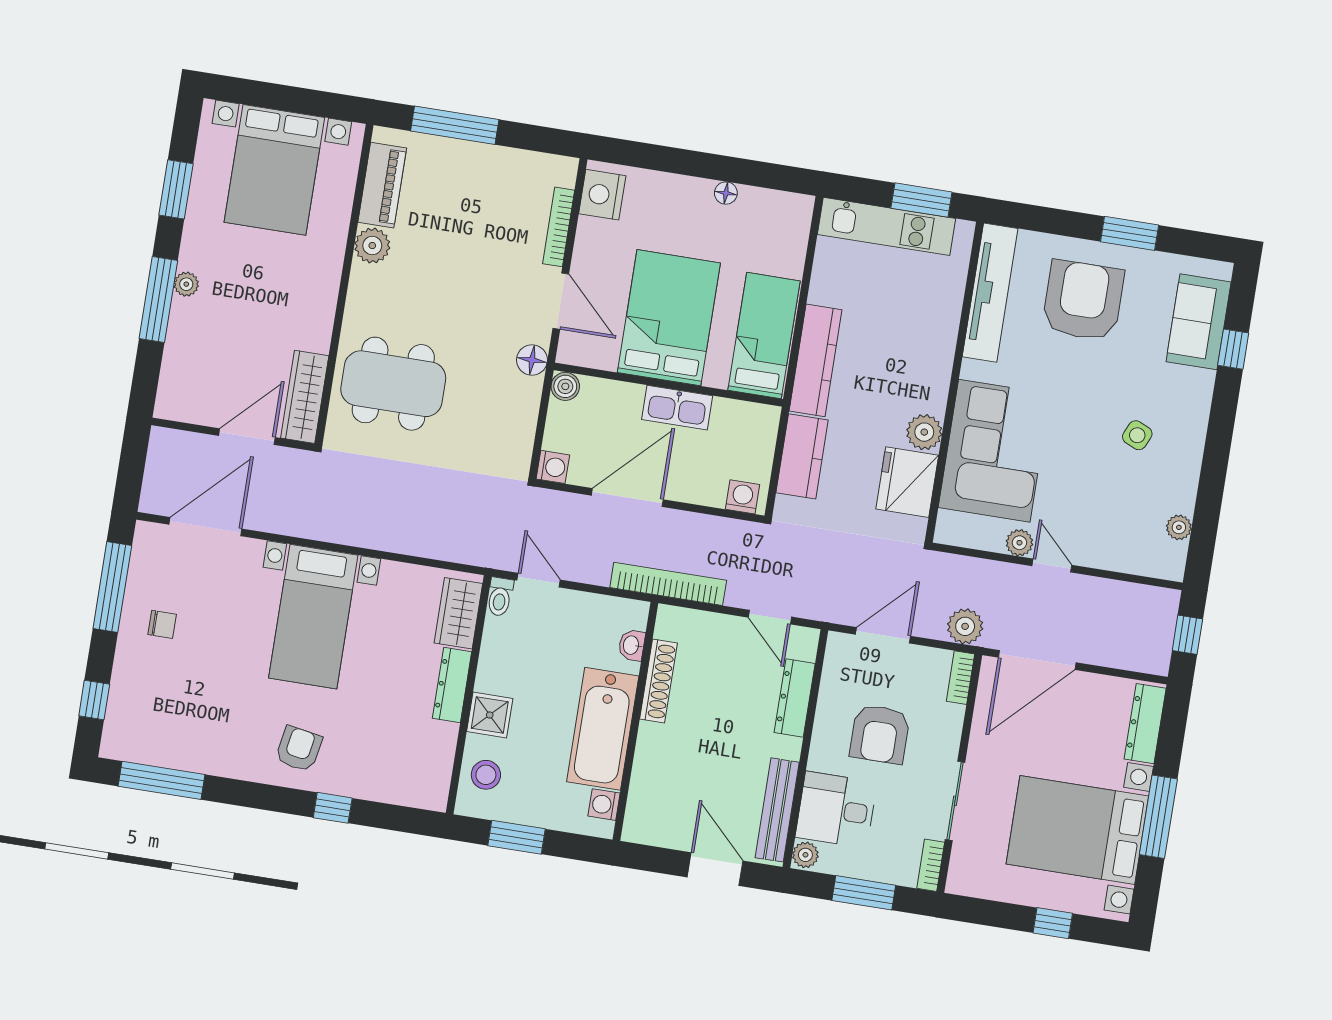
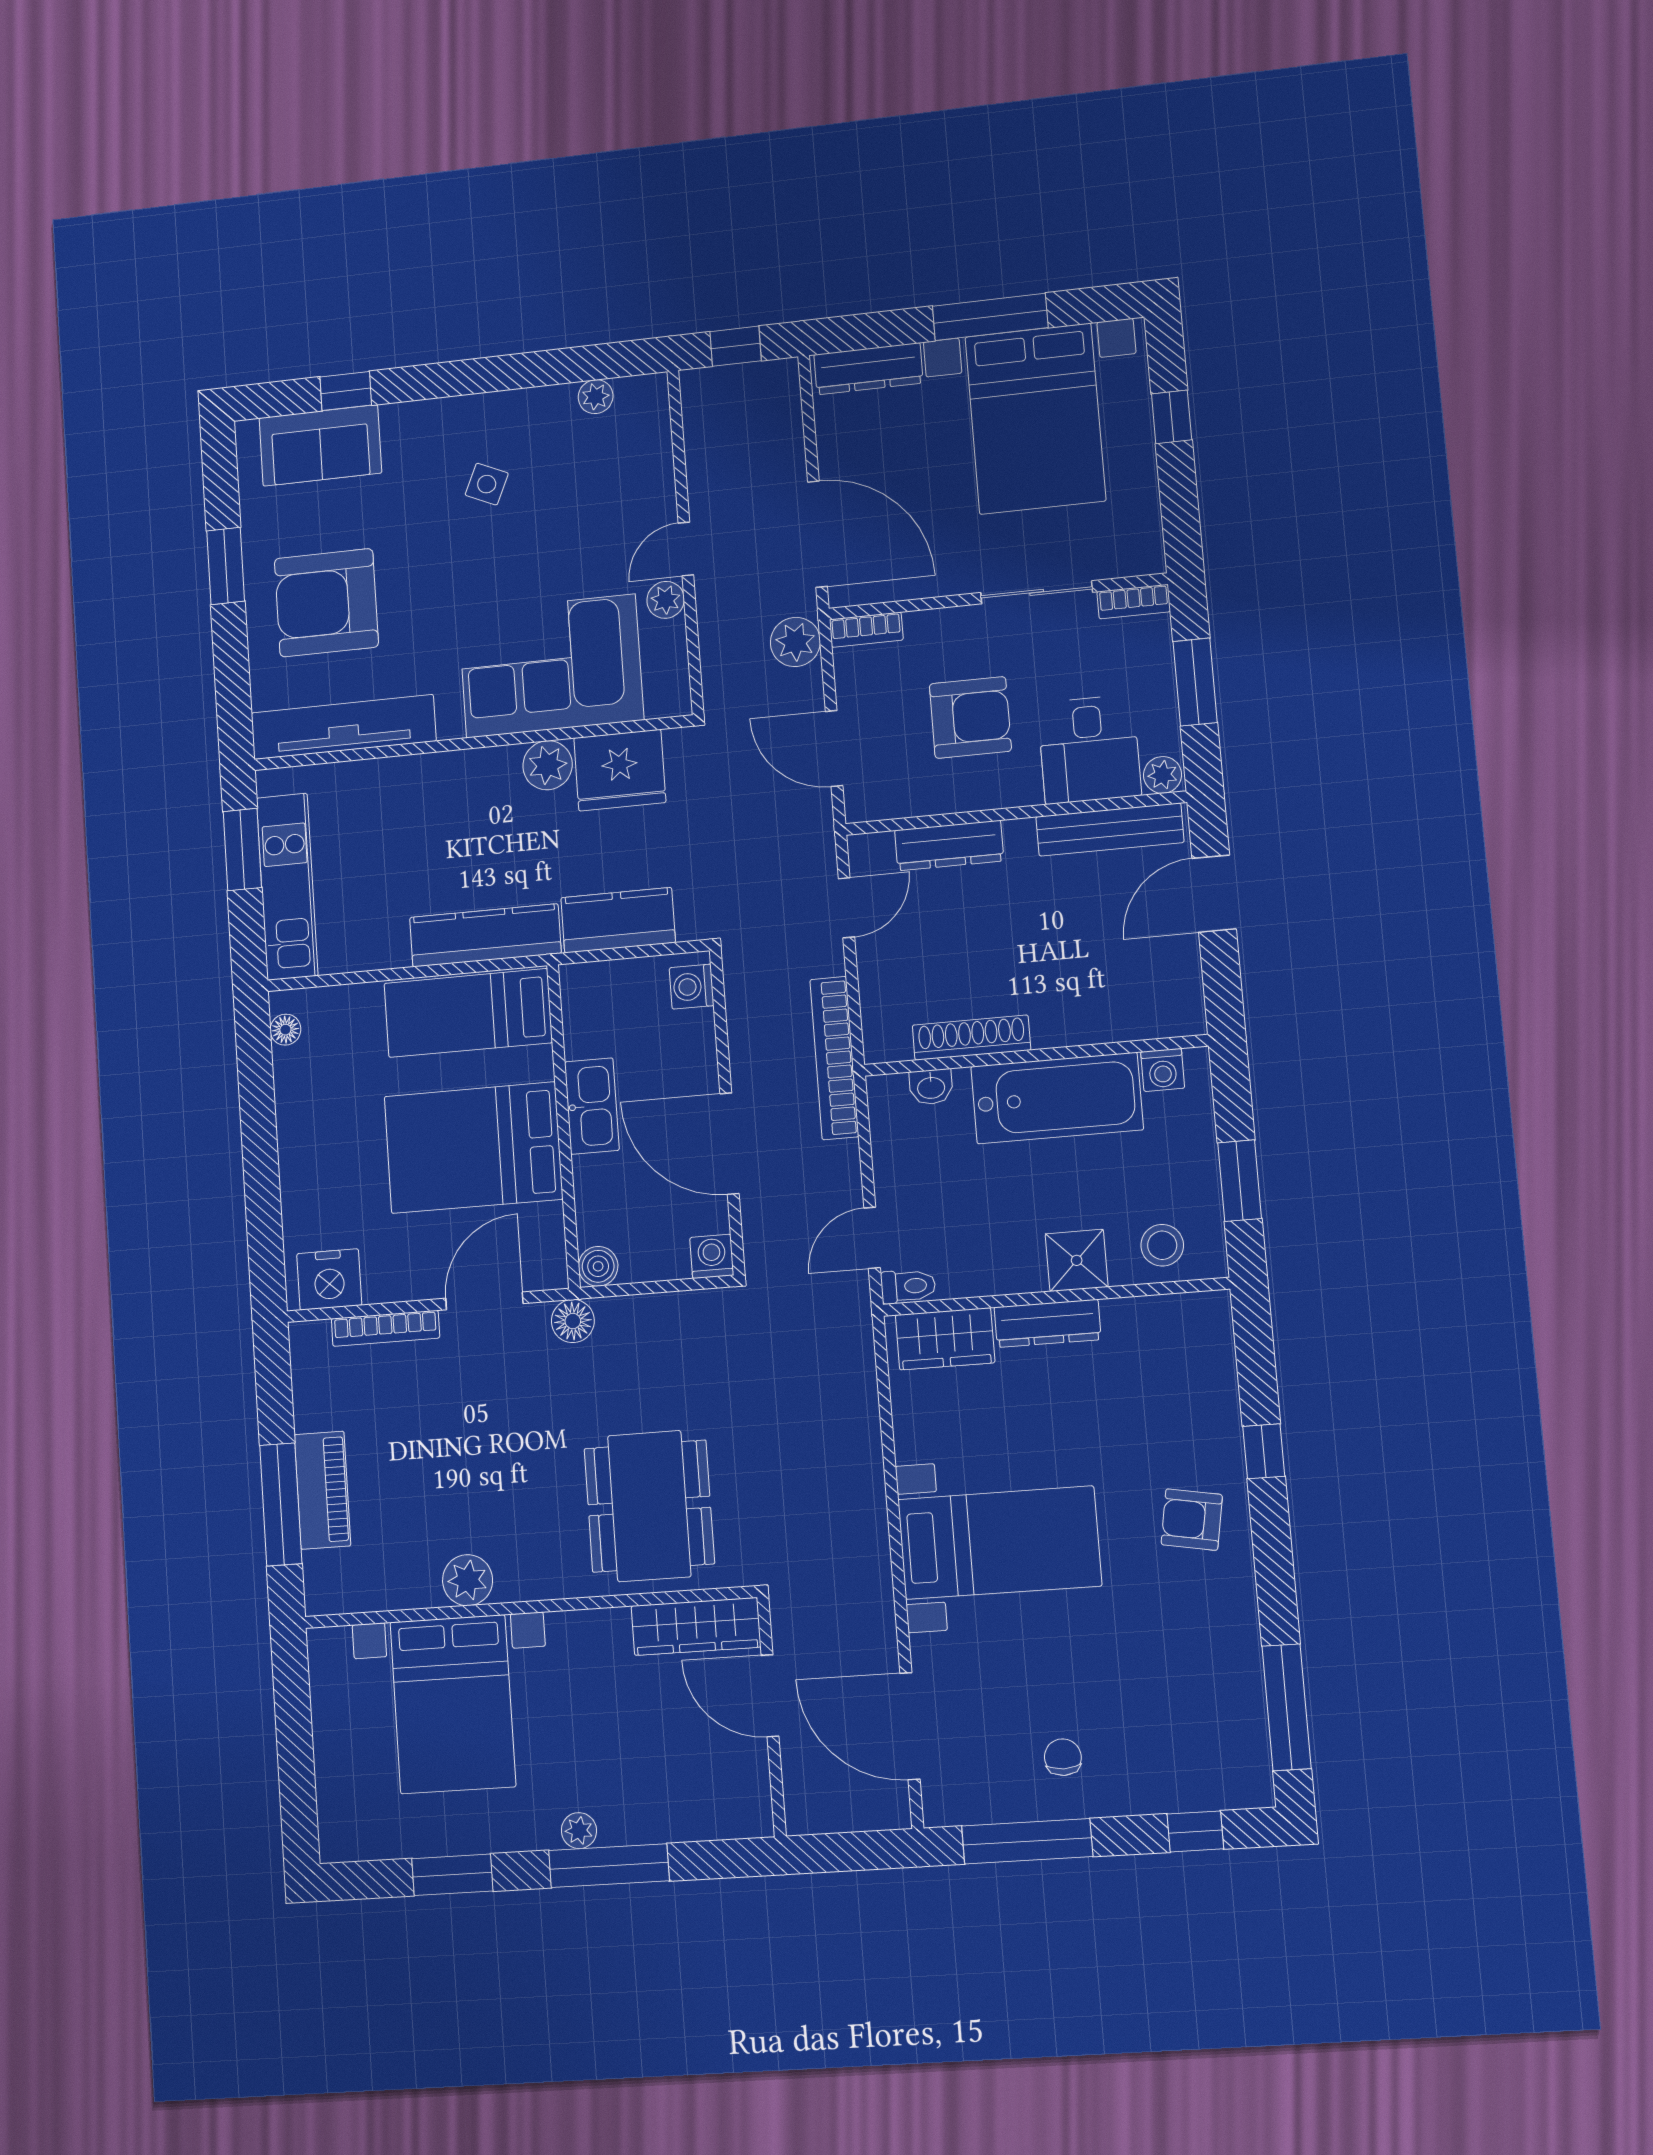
bed with nightstands: (274, 170) -> (453, 1704), moved, turned 90
piano: (382, 185) -> (322, 1490), moved, turned 90
floor lamp: (726, 193) -> (285, 1030), moved

